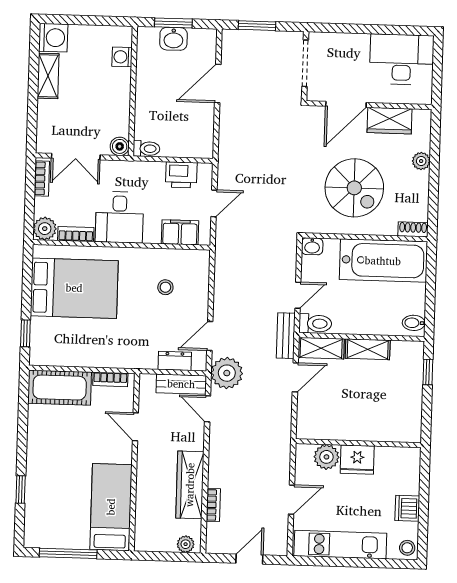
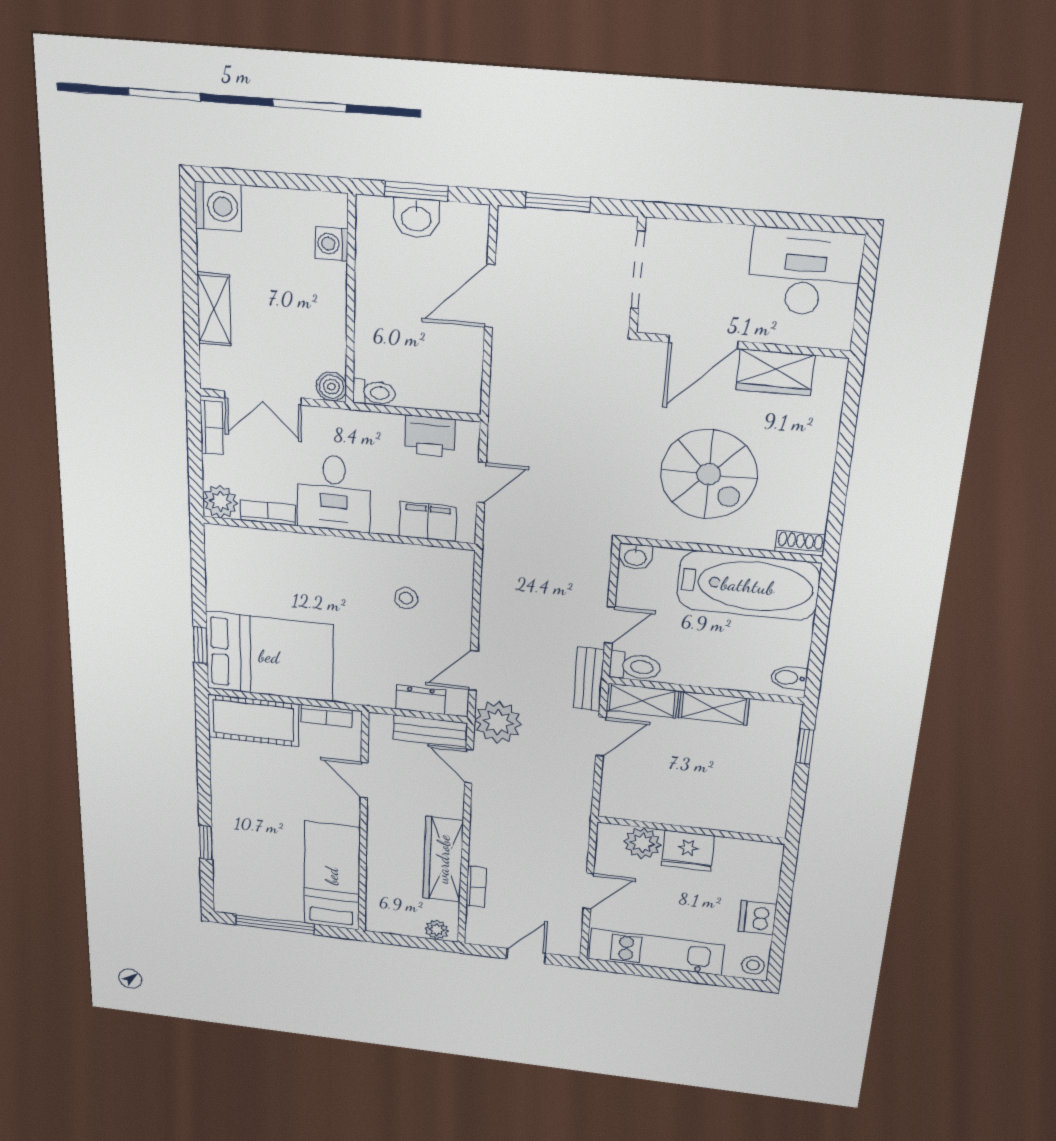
shelving: (48, 76) -> (214, 309), moved
plant: (421, 161) -> (823, 440), removed
bed: (74, 288) -> (269, 657), moved

